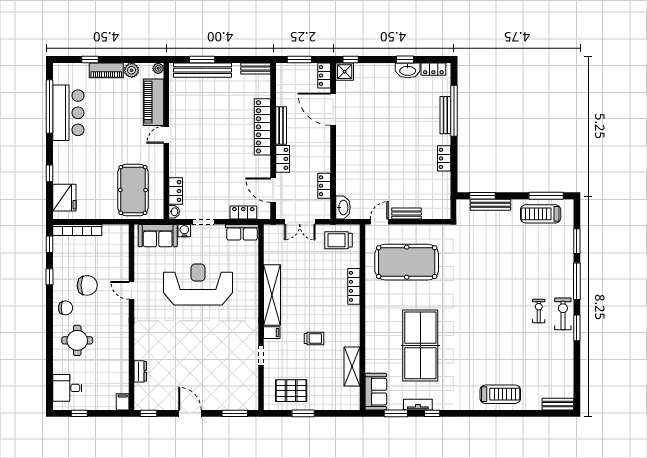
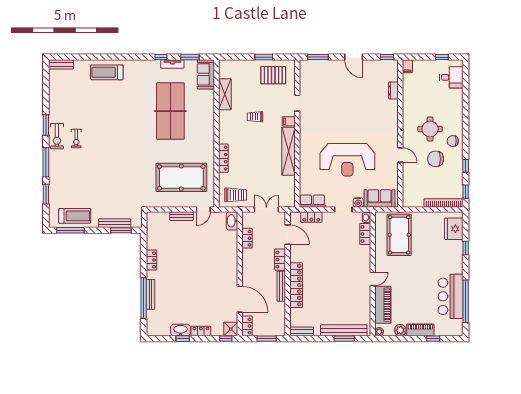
locker: (433, 69) -> (201, 331), moved
round table: (77, 340) -> (430, 129), moved

